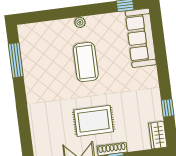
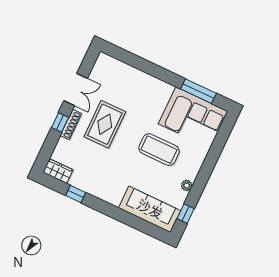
plant: (80, 22) -> (187, 185), moved
corner sofa: (41, 51) -> (193, 117), added

